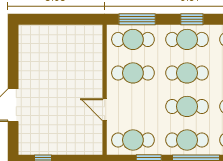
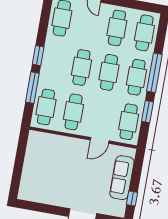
window: (137, 19) -> (32, 88), moved
cafe table: (187, 39) -> (54, 63), removed
sofa: (66, 144) -> (122, 178), added

